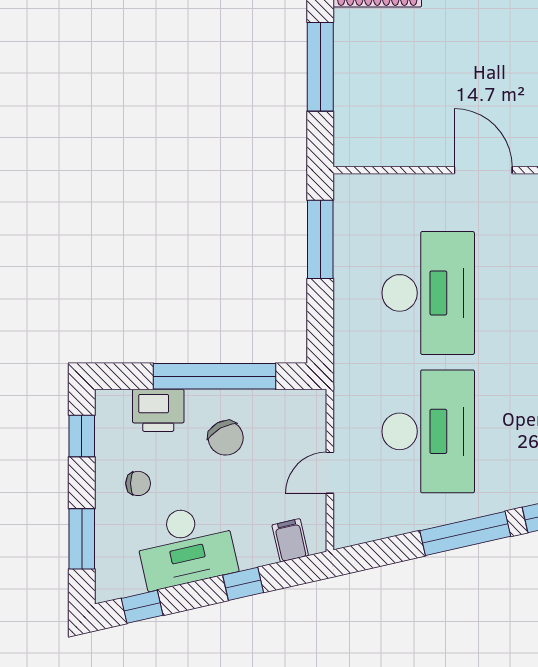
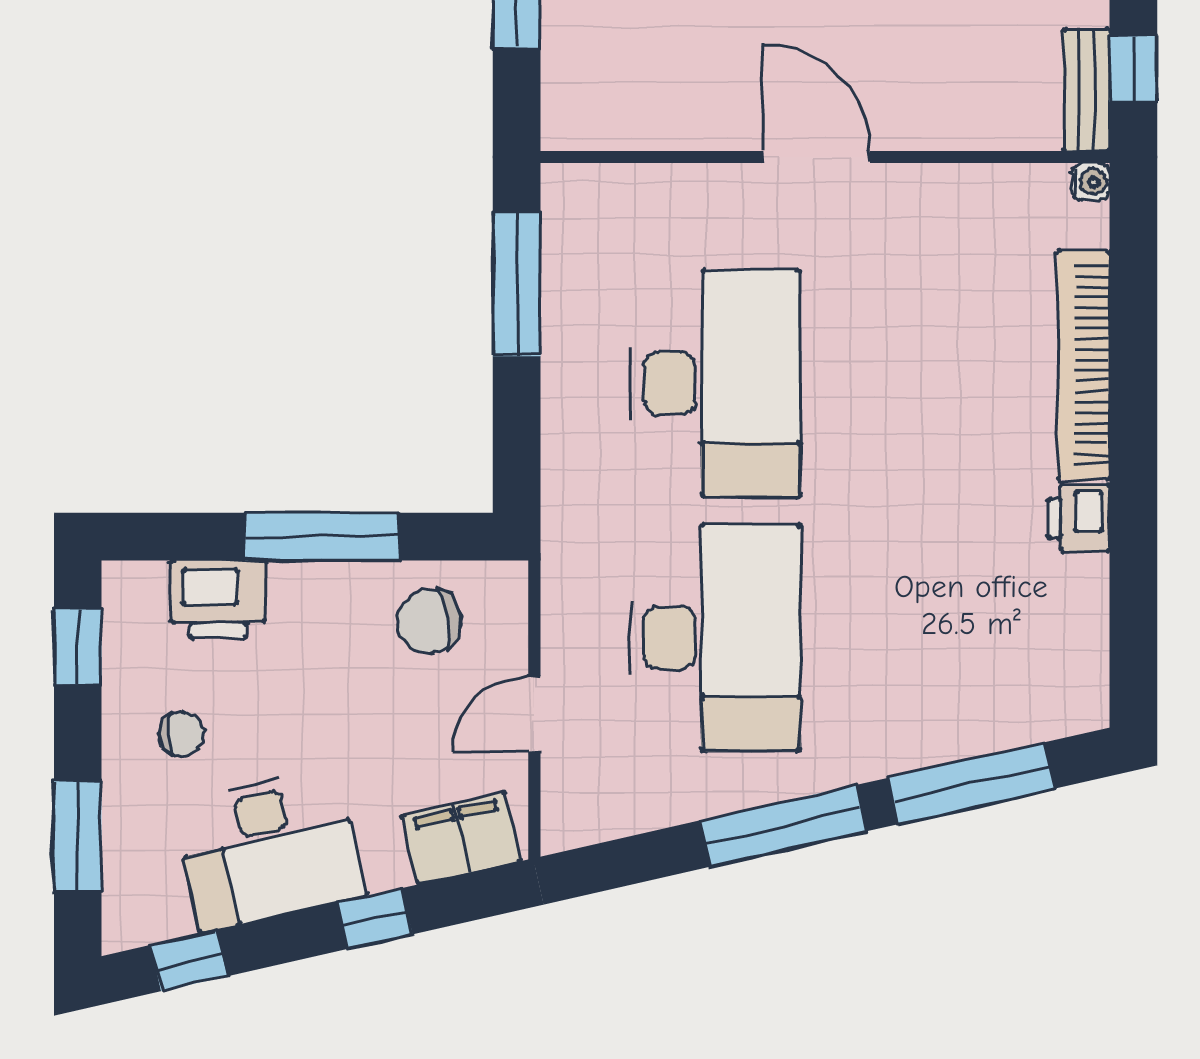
window: (215, 376) -> (322, 537), width x0.68
chair: (226, 438) -> (429, 621), moved, turned 109
filing cabinet: (290, 540) -> (461, 838), width x2.00

